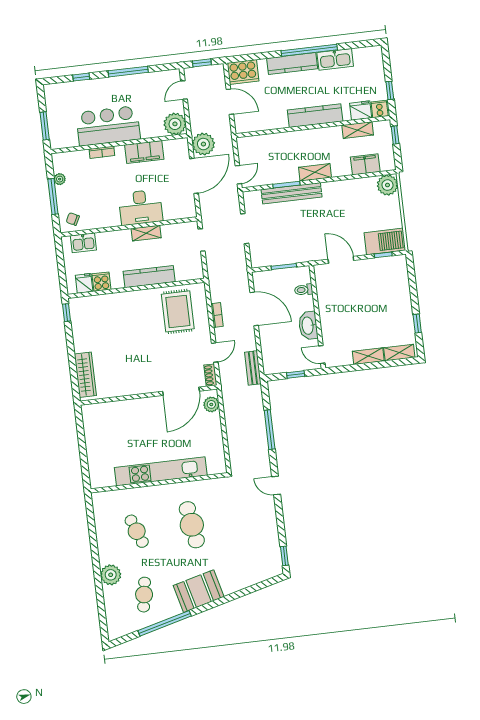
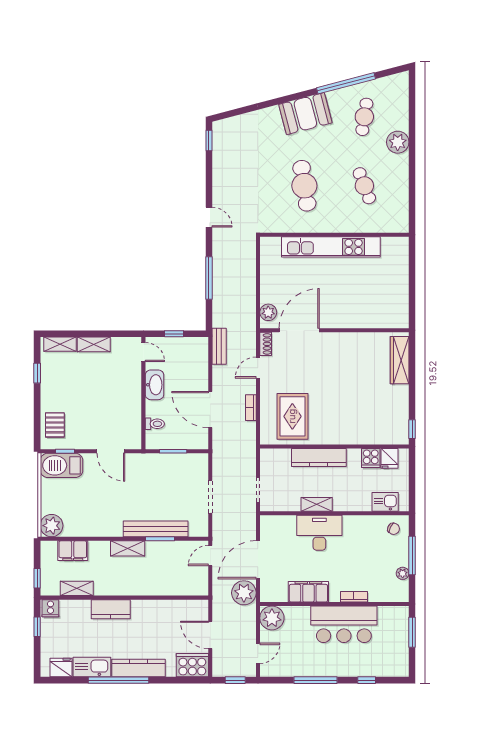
fridge: (361, 111) -> (61, 668), moved, turned 180
kitchen counter: (315, 116) -> (111, 609), width x0.67
pallet: (395, 278) -> (55, 425), added

